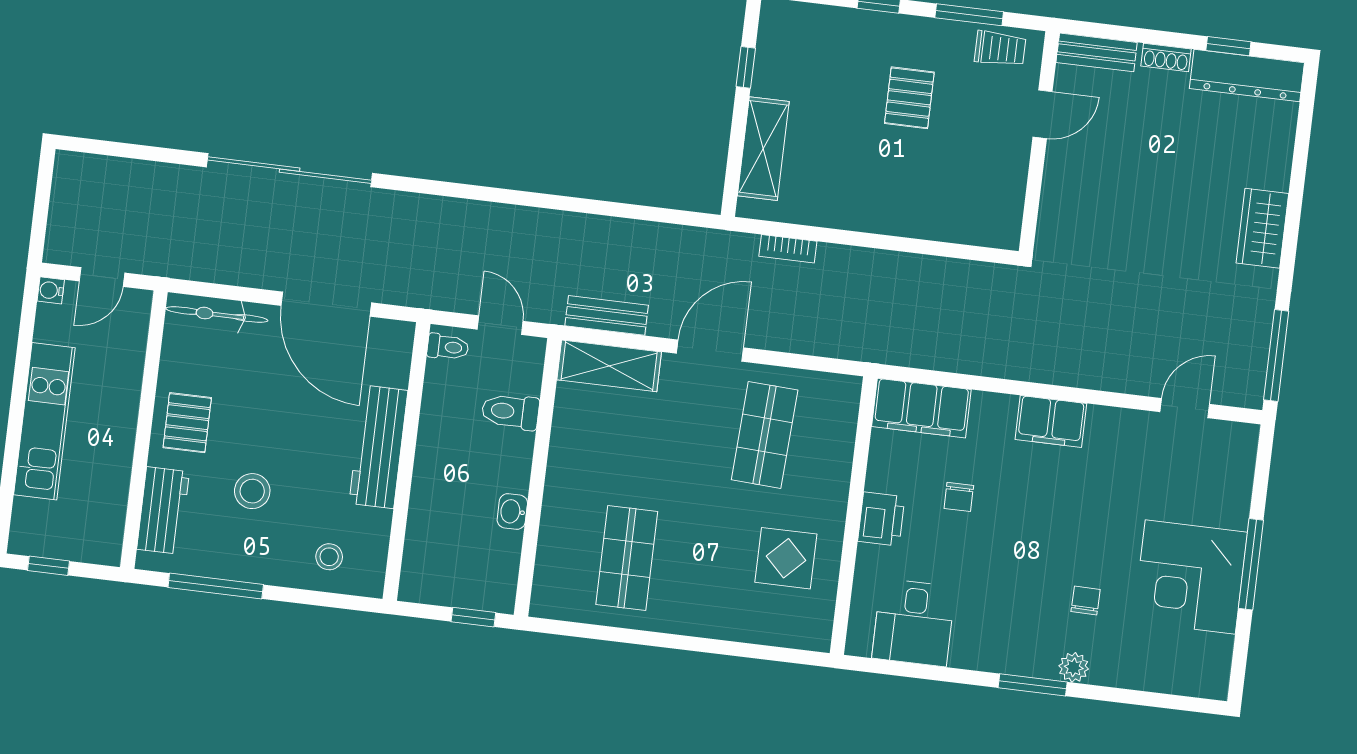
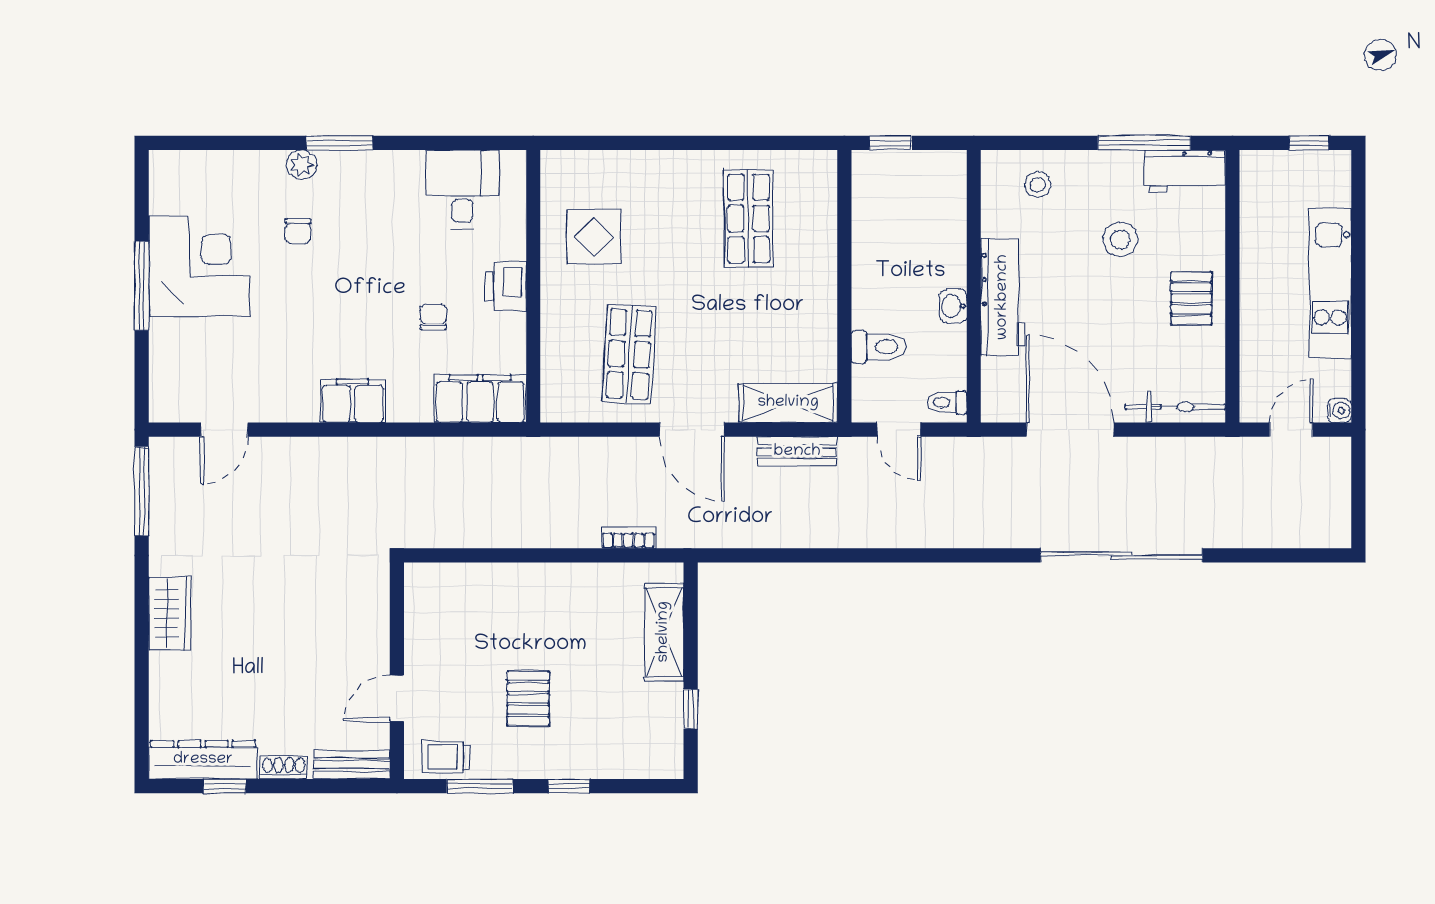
door: (710, 351) -> (692, 430), hinge flipped
workbench: (163, 510) -> (1185, 171), moved, turned -90
washbasin: (512, 512) -> (953, 306), moved, turned 180

